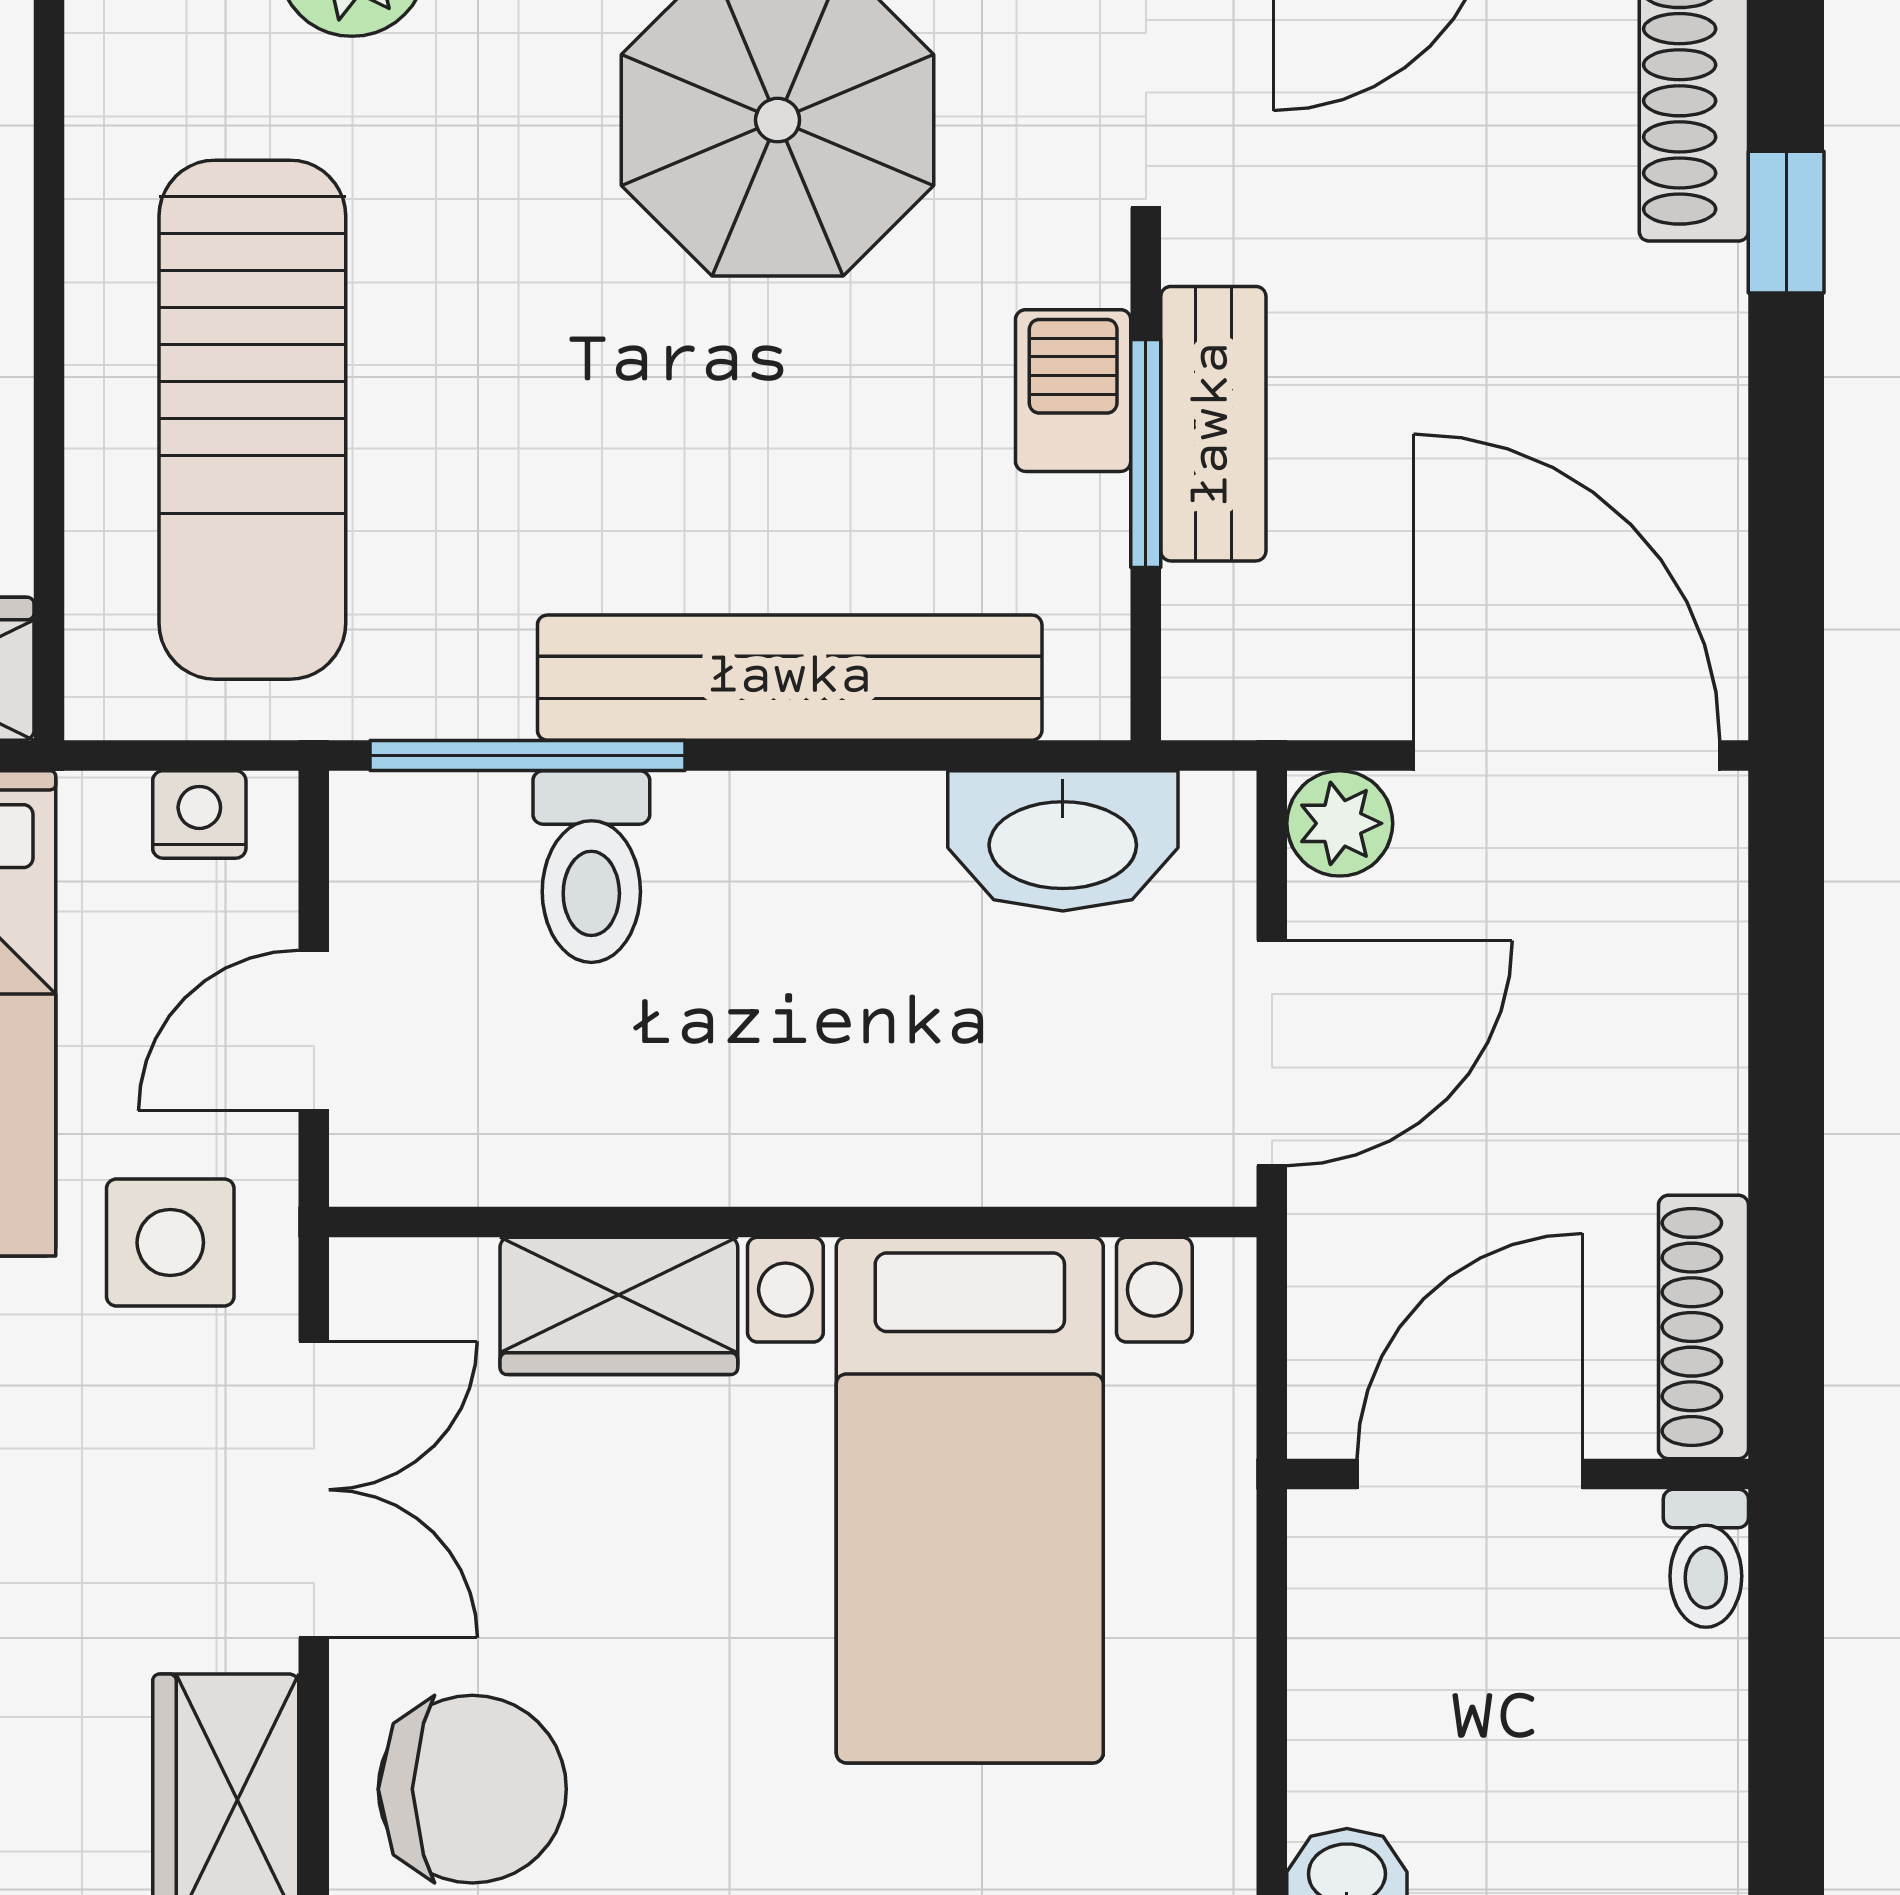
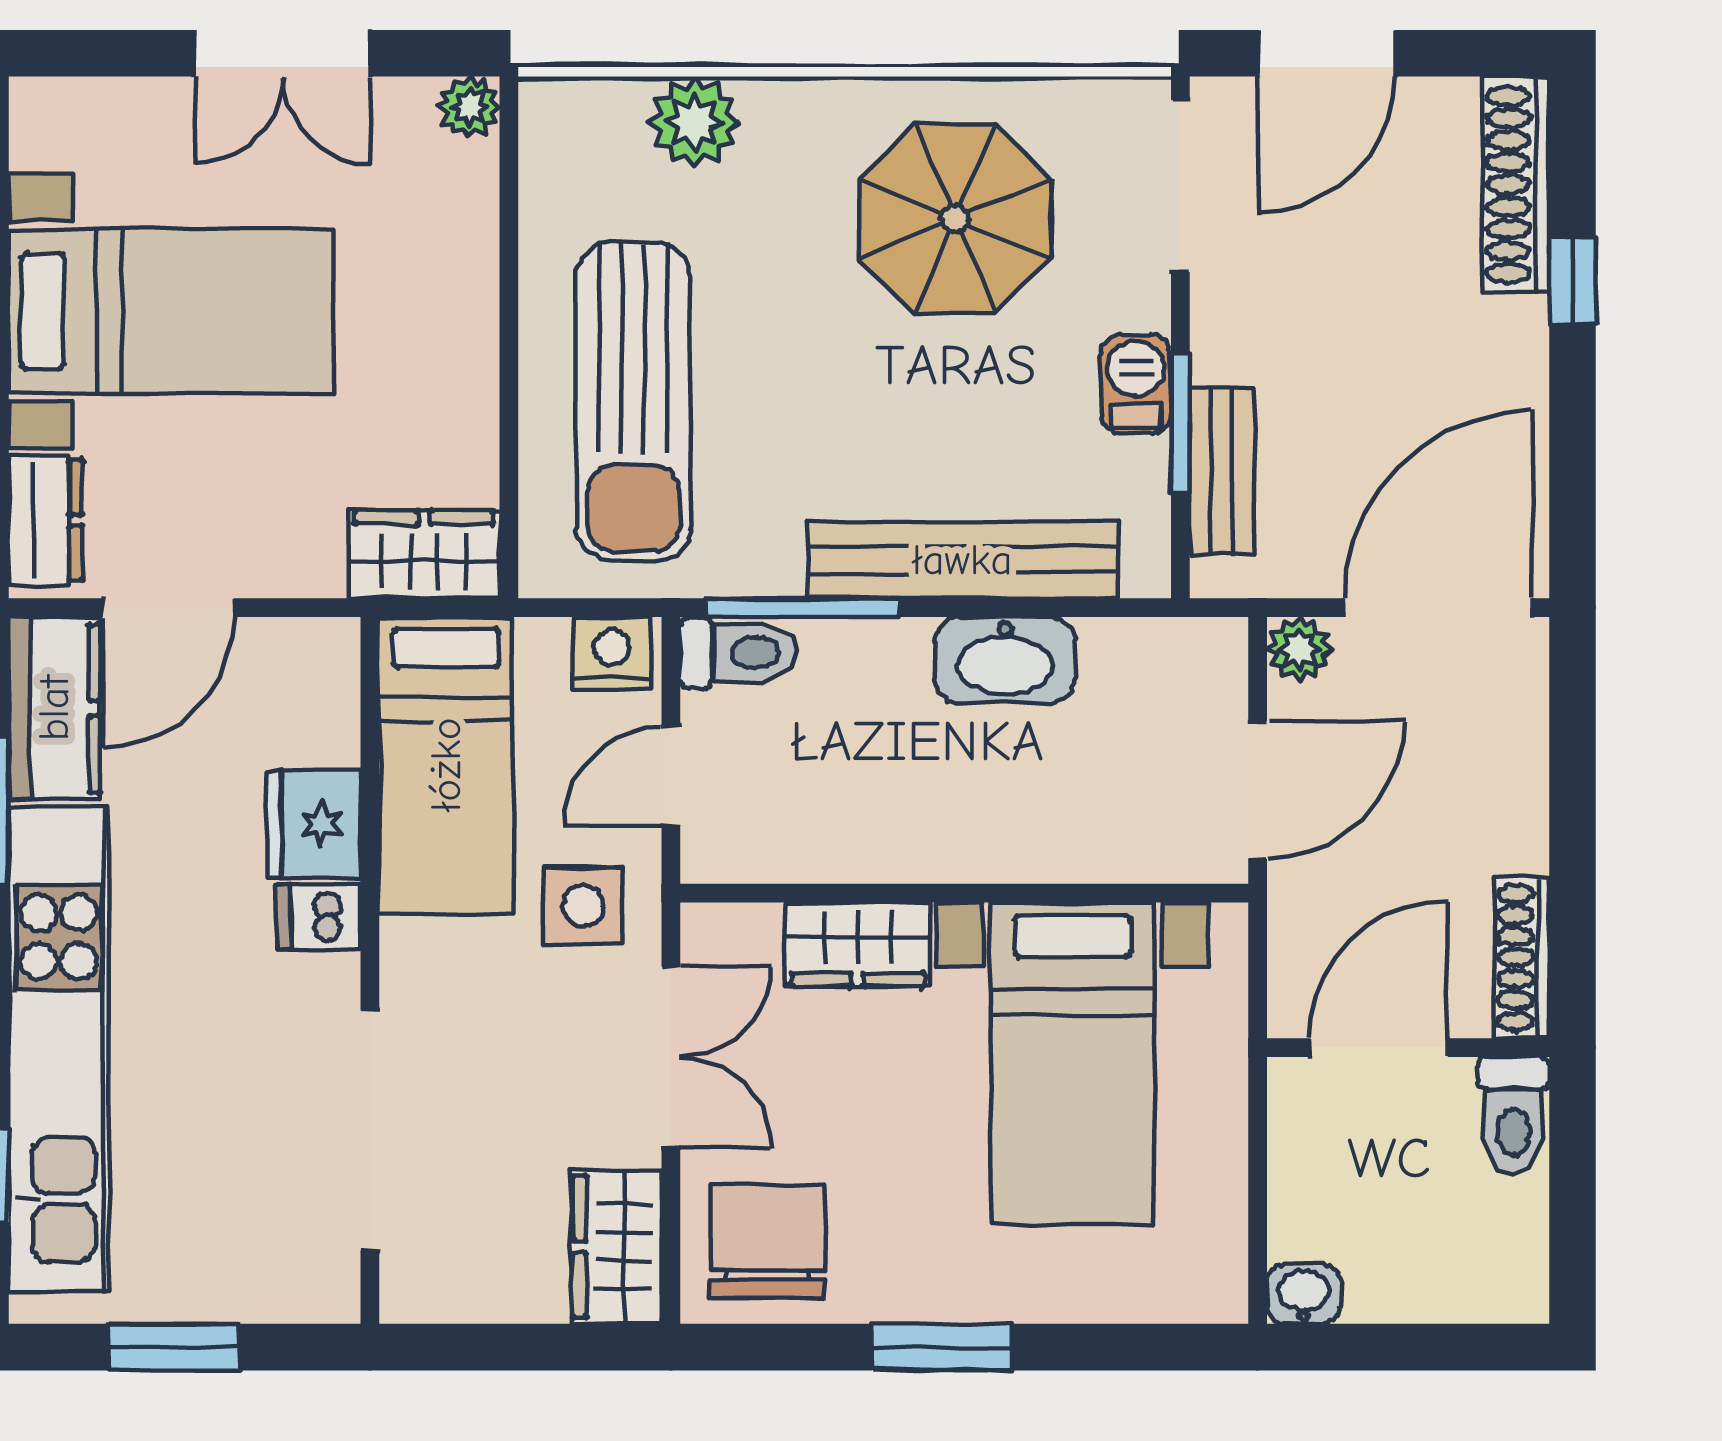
bench: (1213, 424) -> (1222, 471), moved
door: (1567, 755) -> (1438, 608), hinge flipped
nightstand: (199, 814) -> (612, 653), width x1.39, depth x1.35
washbasin: (1063, 841) -> (1005, 660), moved
toilet: (591, 867) -> (739, 653), moved, turned -90
toilet: (1706, 1558) -> (1514, 1116), width x1.37, depth x1.39
chair: (472, 1789) -> (768, 1241), turned -90

